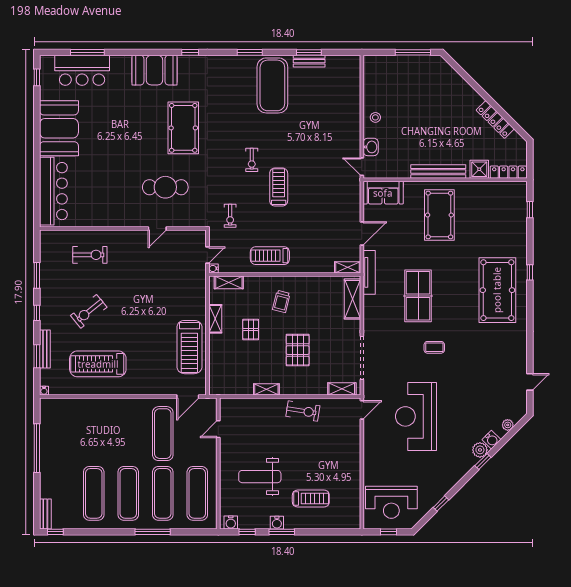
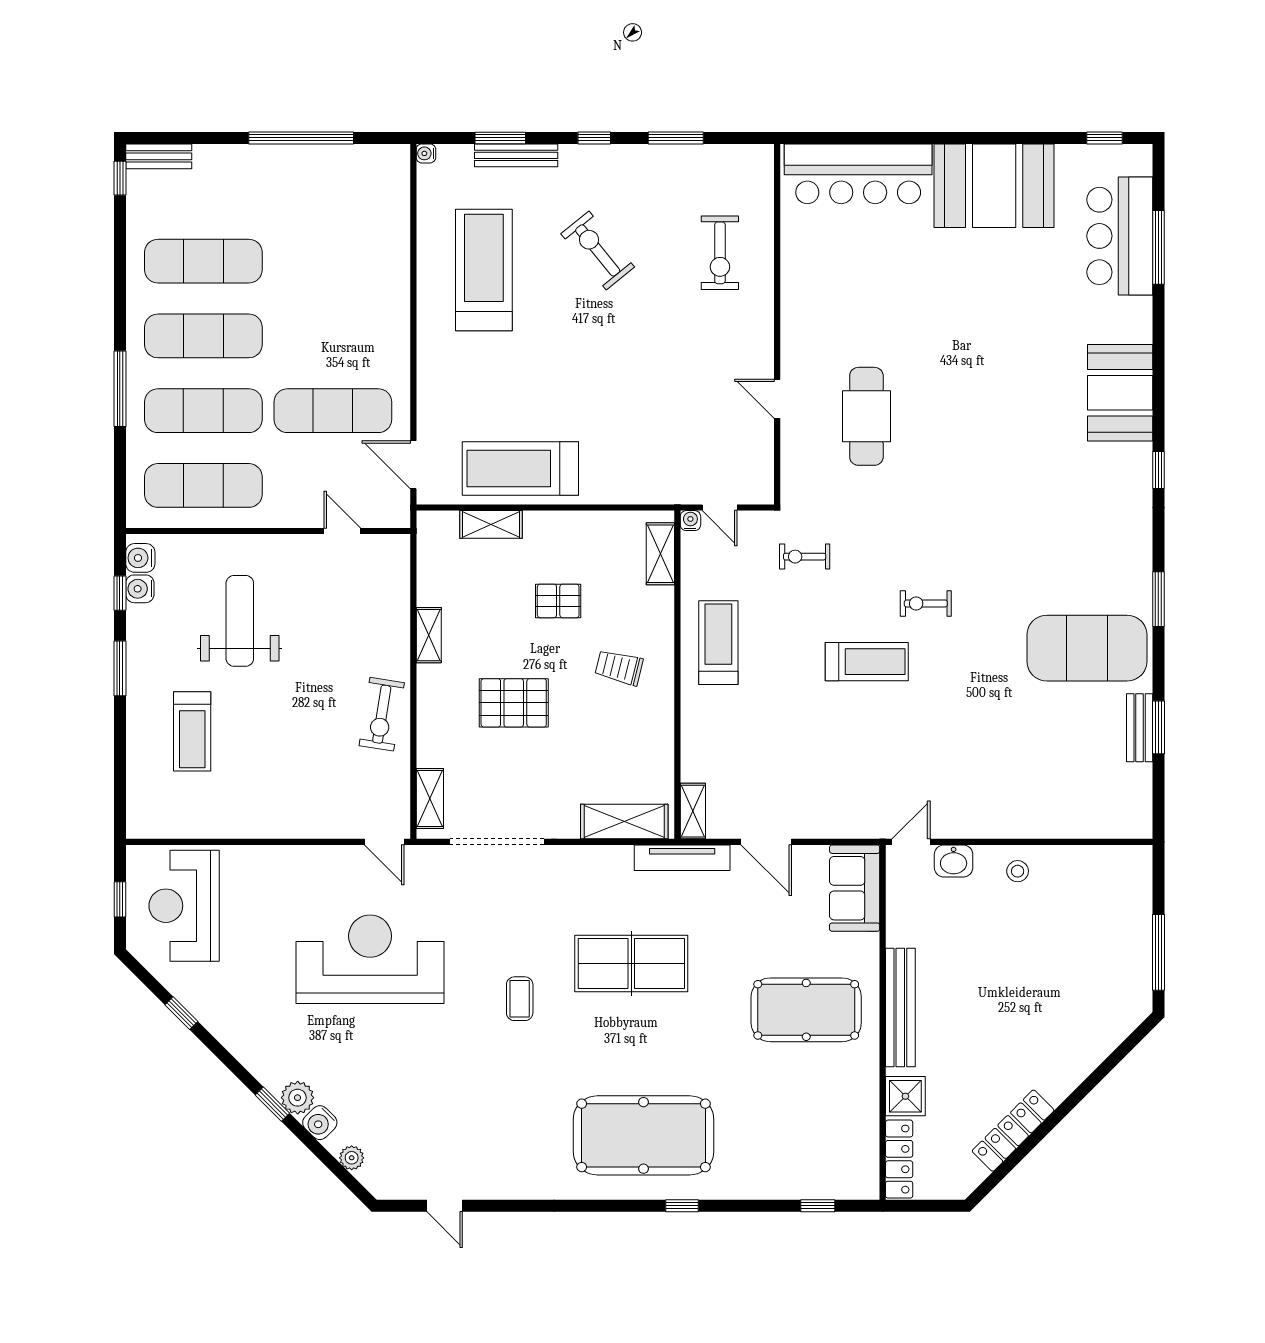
pool table: (183, 128) -> (995, 455), removed
shelving: (215, 319) -> (491, 524), moved
water cooler: (277, 523) -> (140, 589), moved

